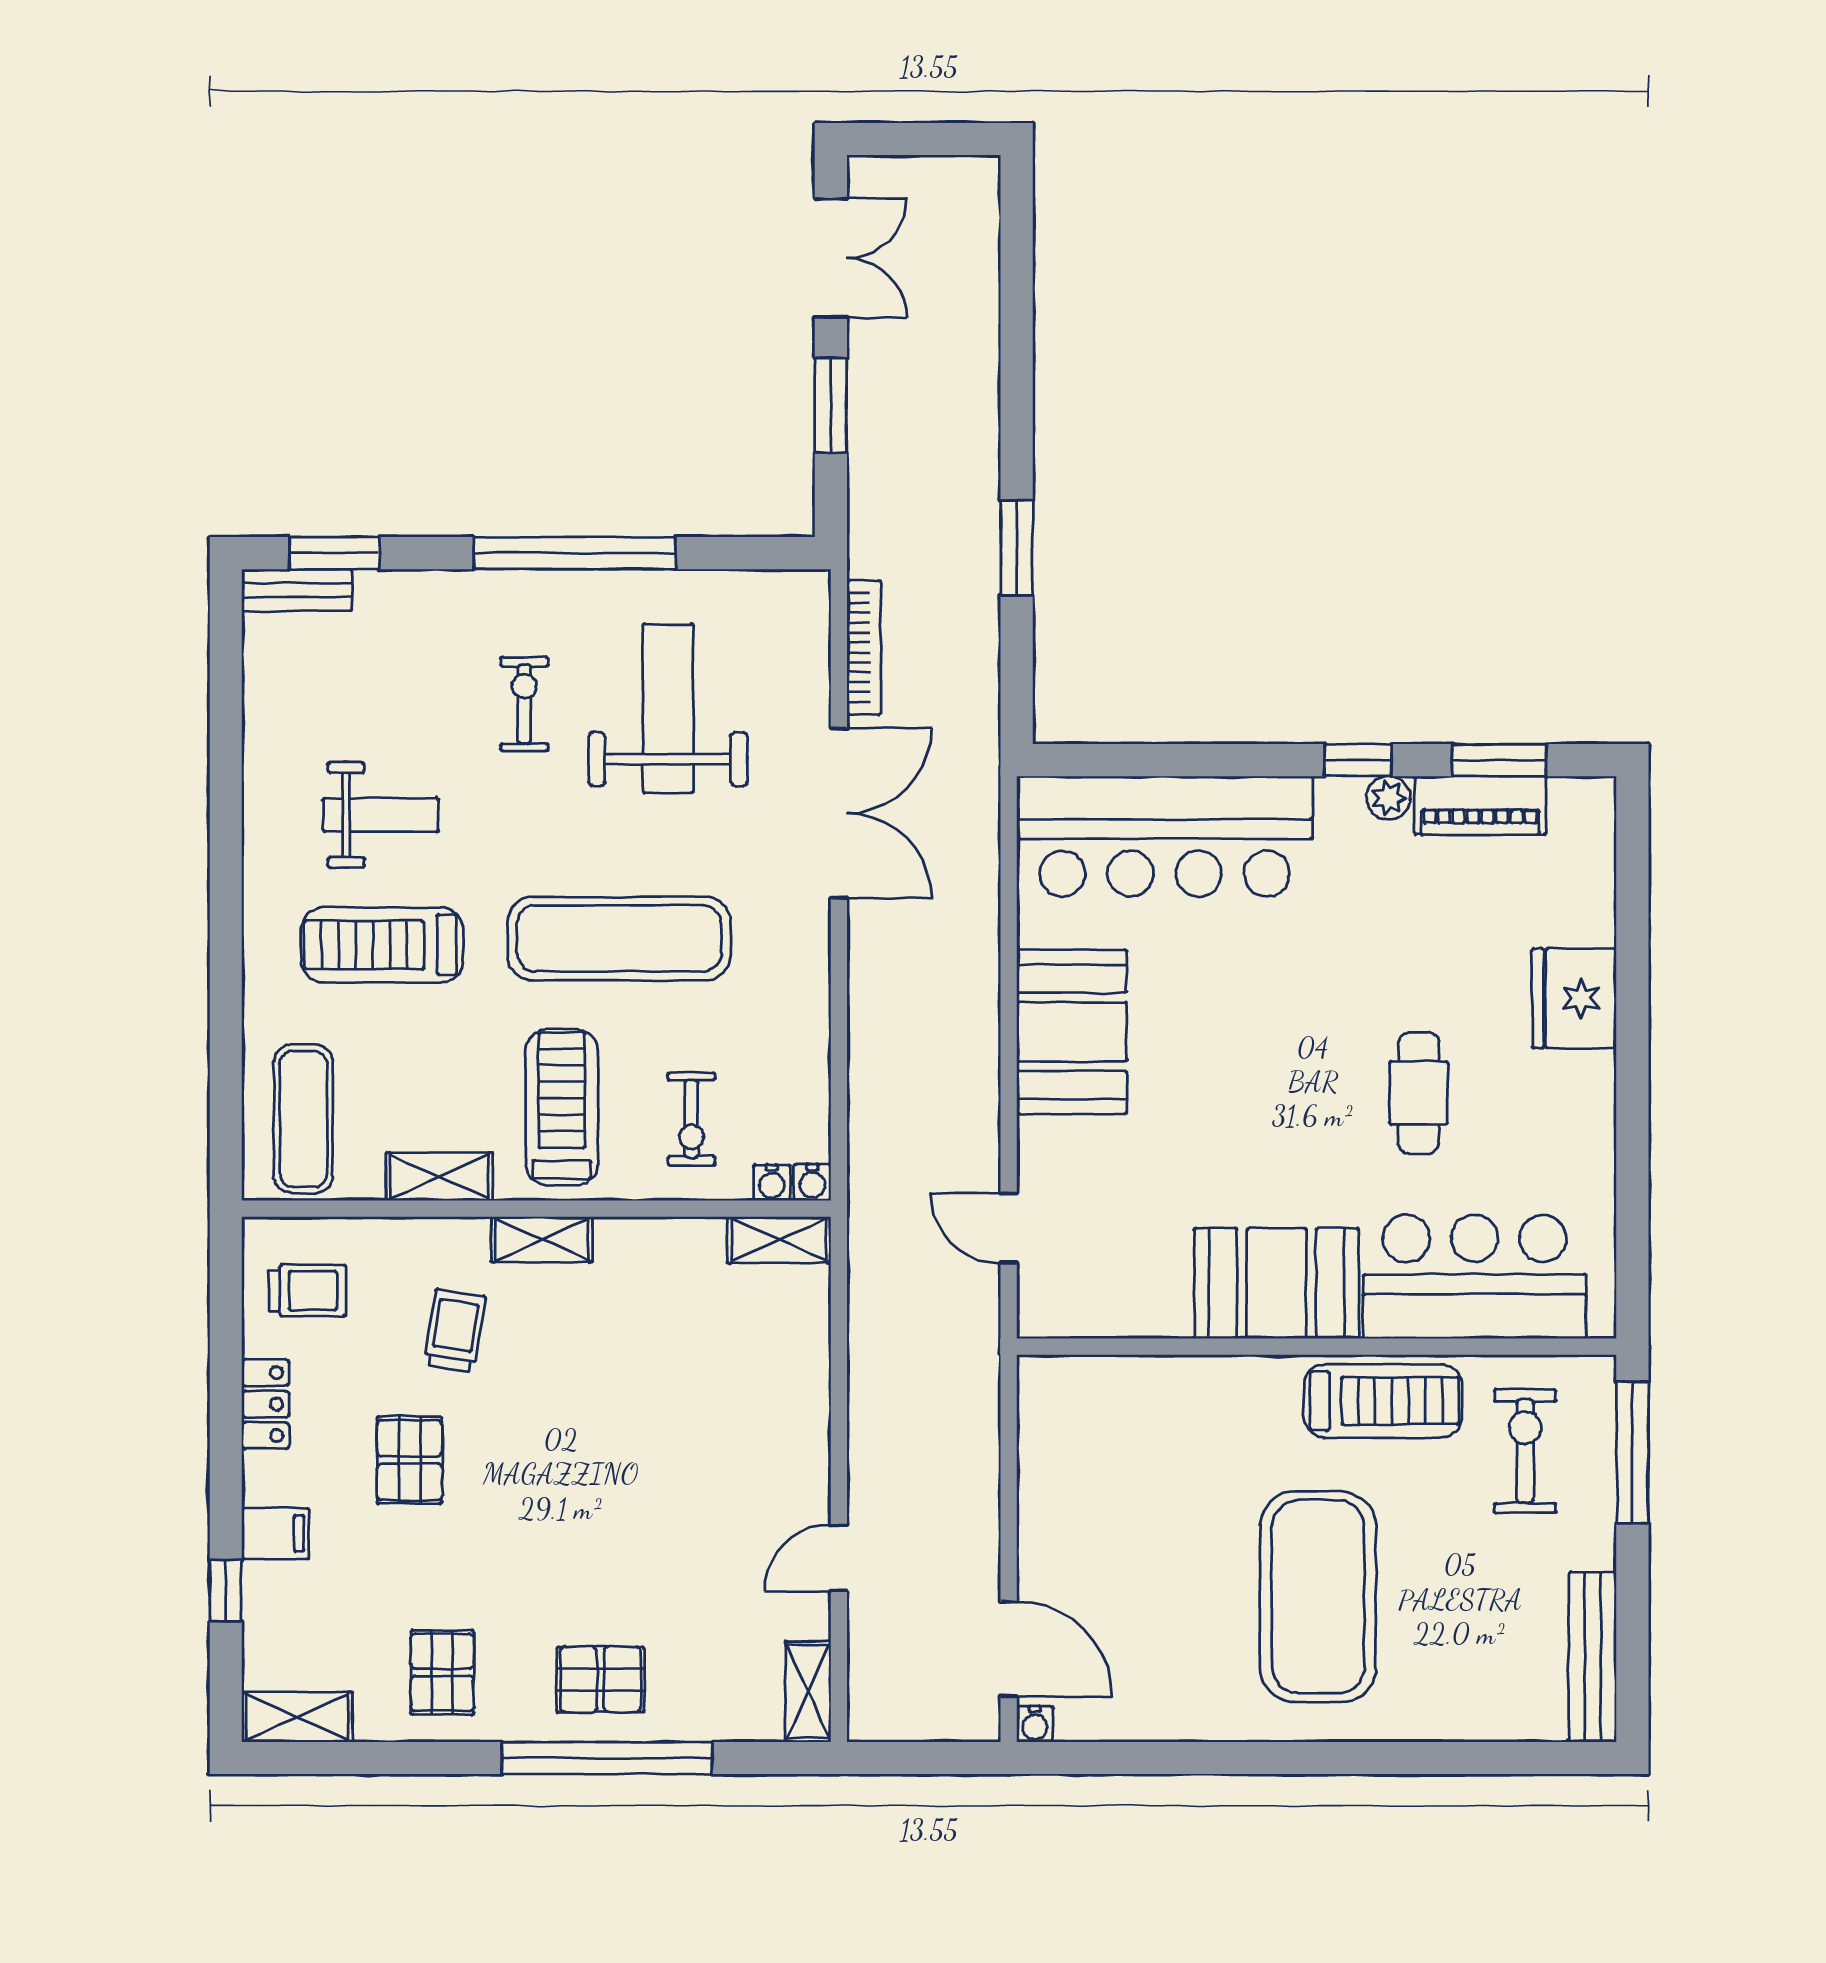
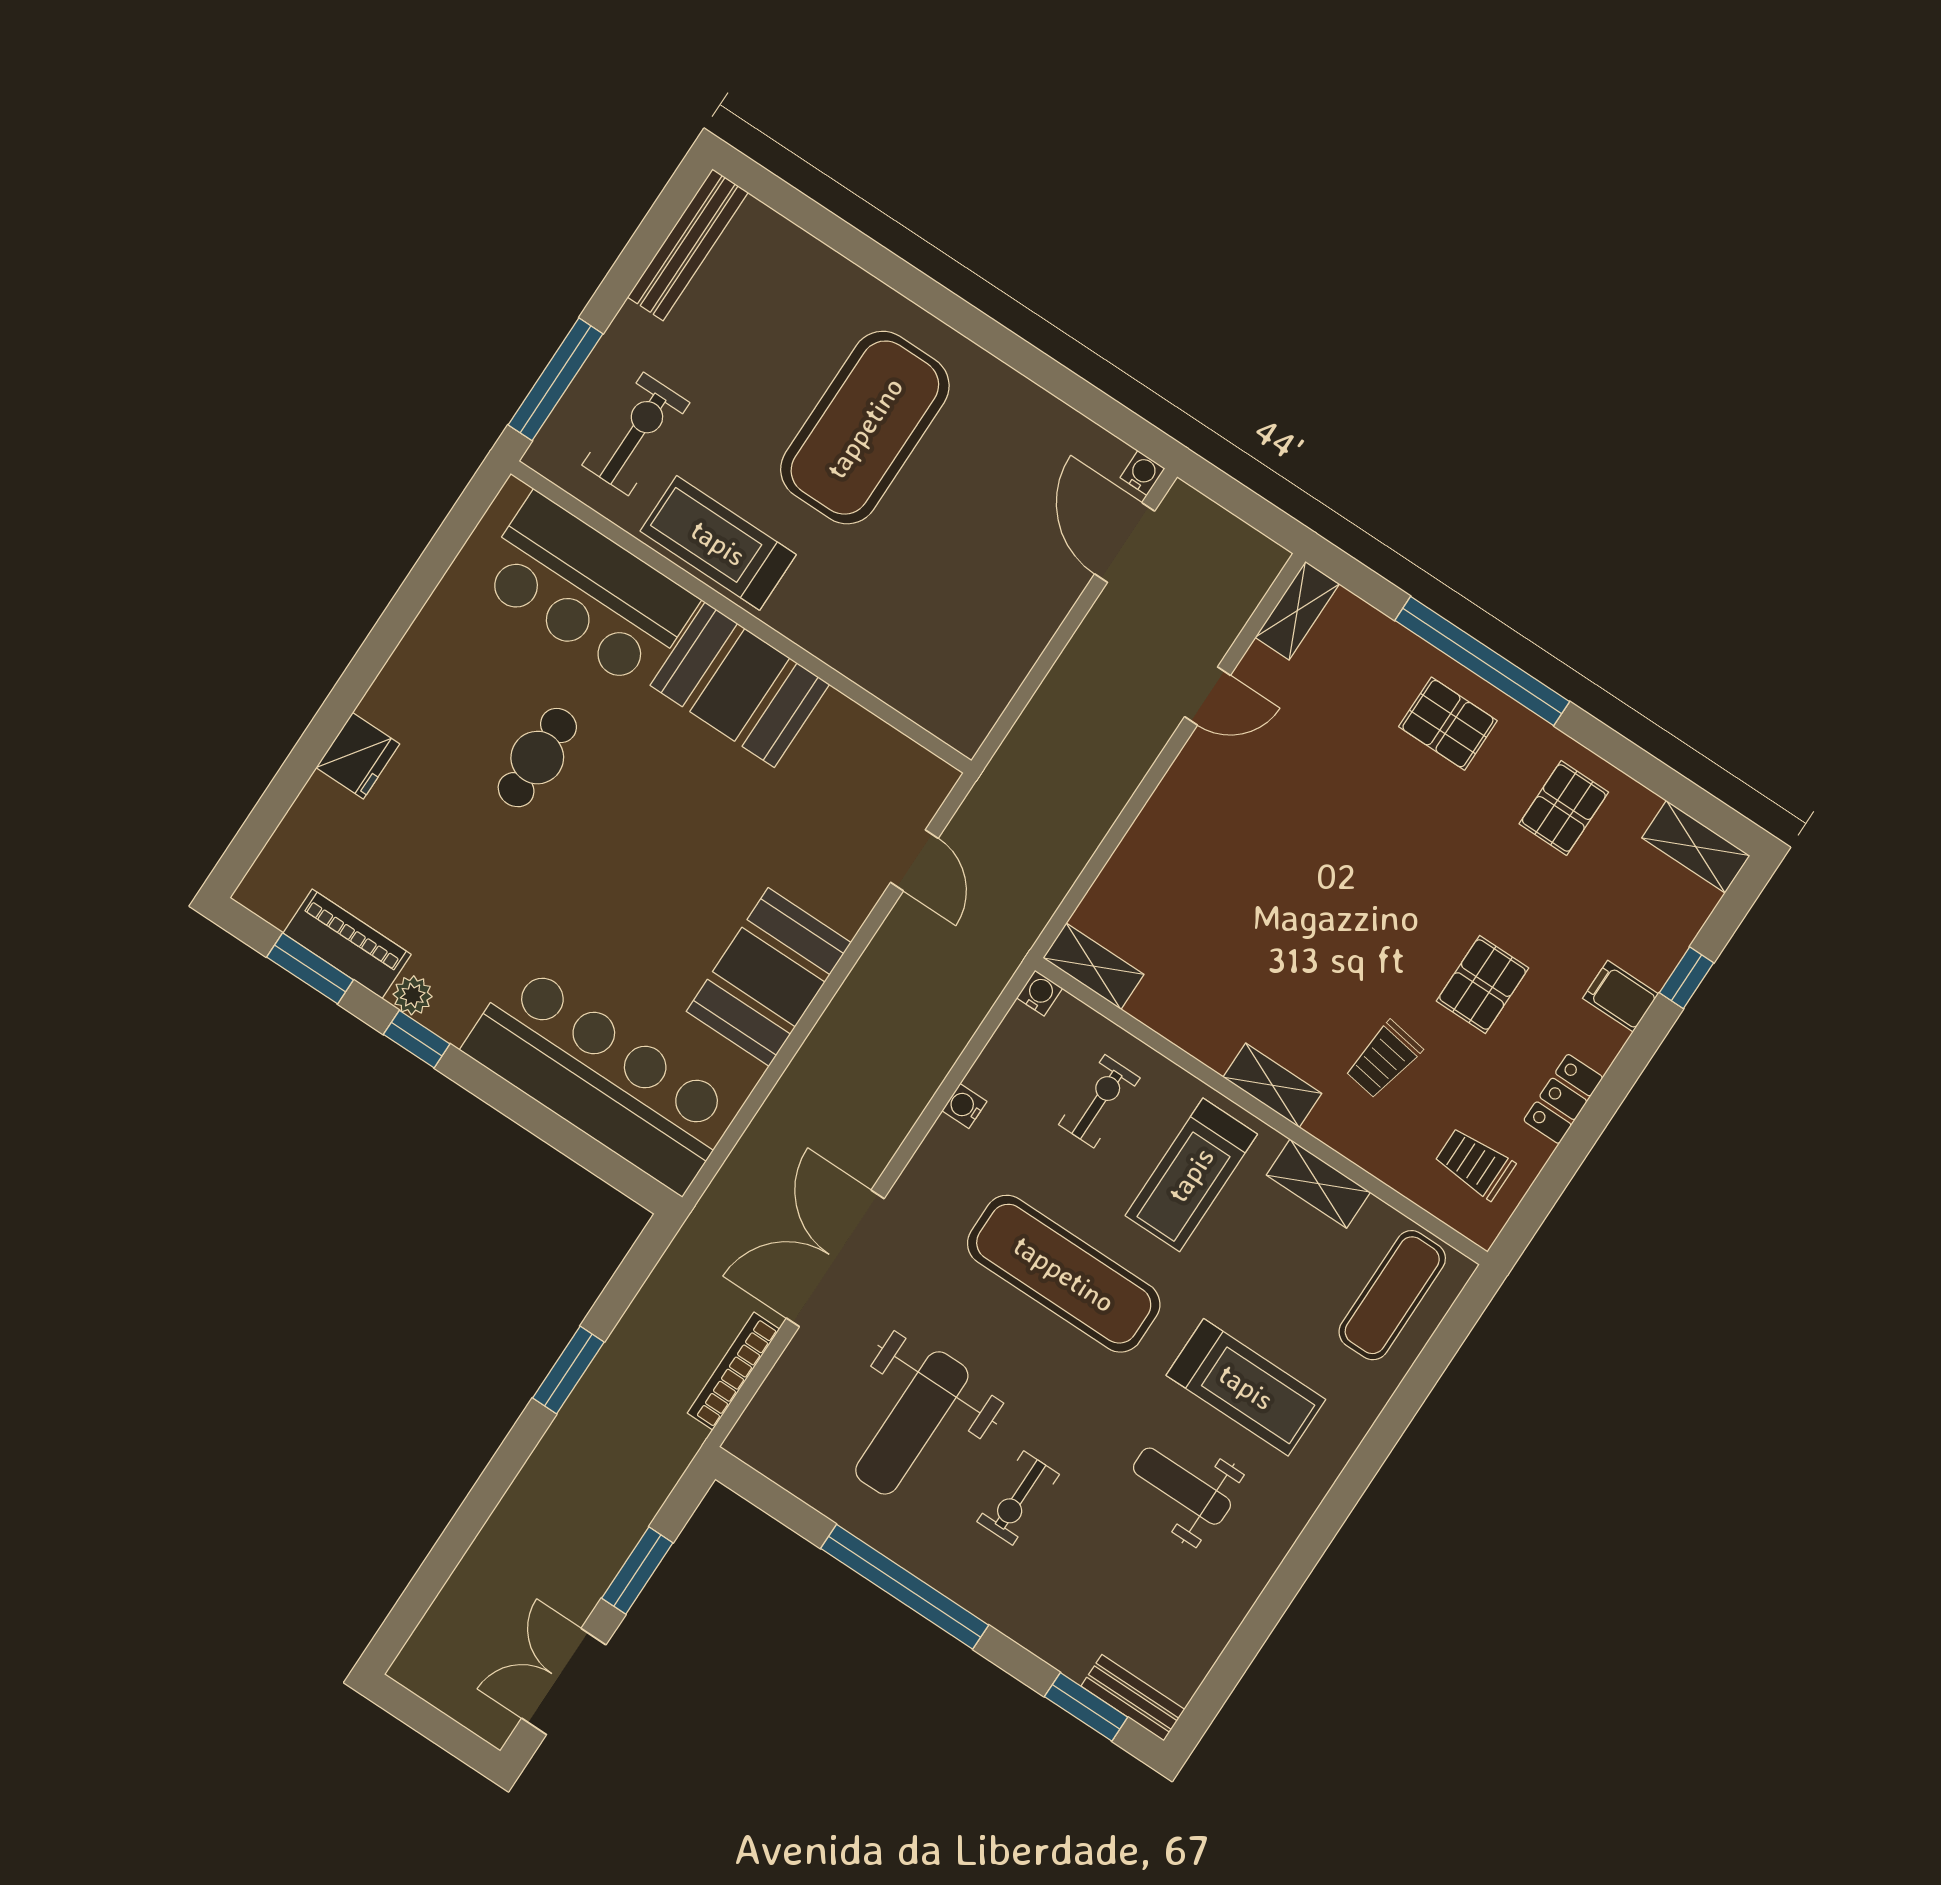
fridge: (1574, 998) -> (358, 756), width x0.73, depth x0.75
water cooler: (772, 1183) -> (964, 1106), moved, turned -90
exercise bike: (1525, 1451) -> (636, 434), turned 180

